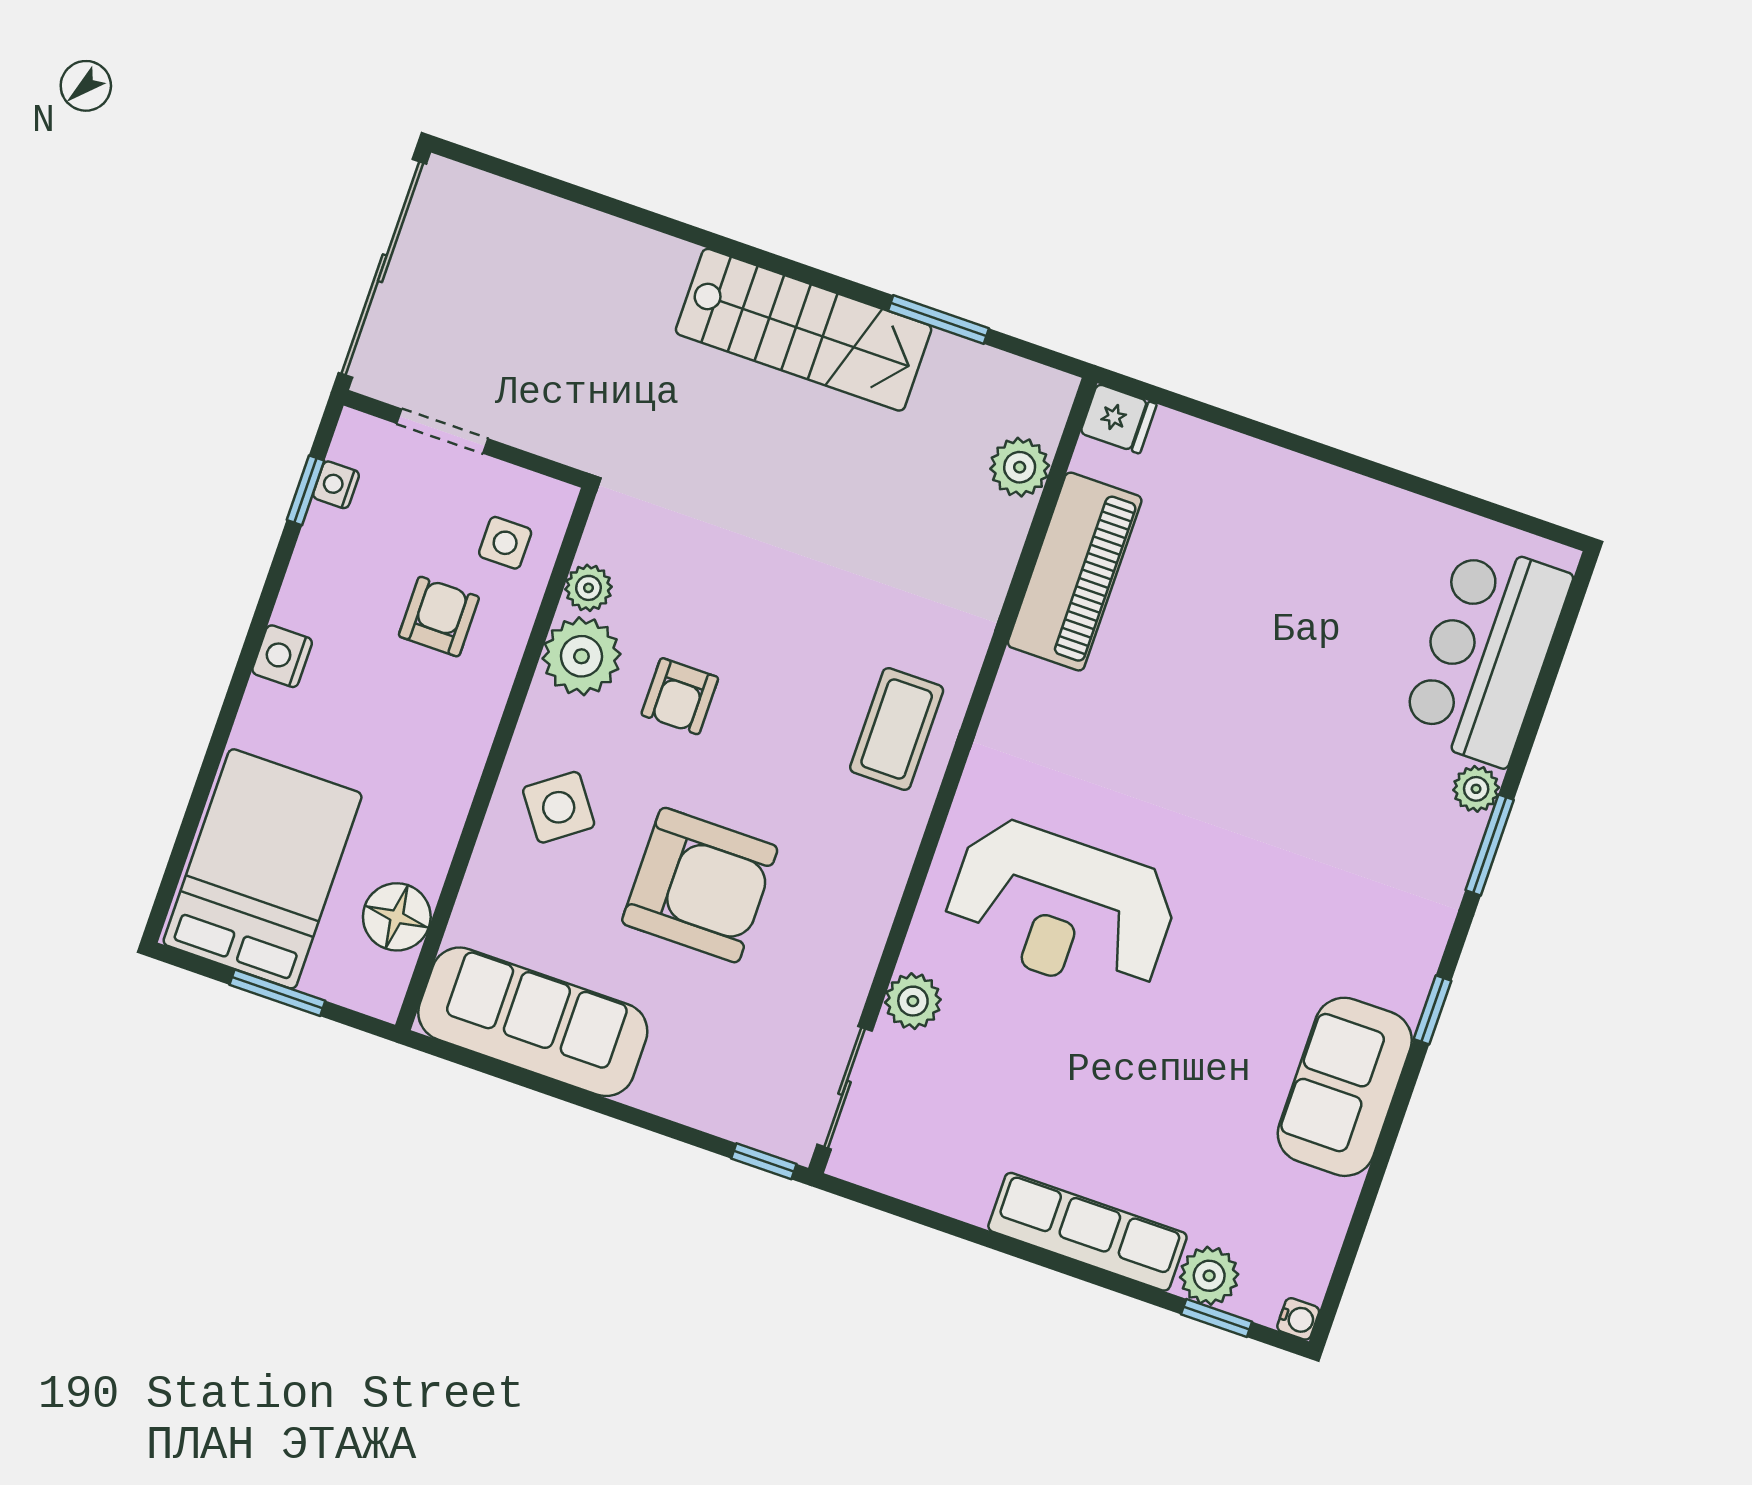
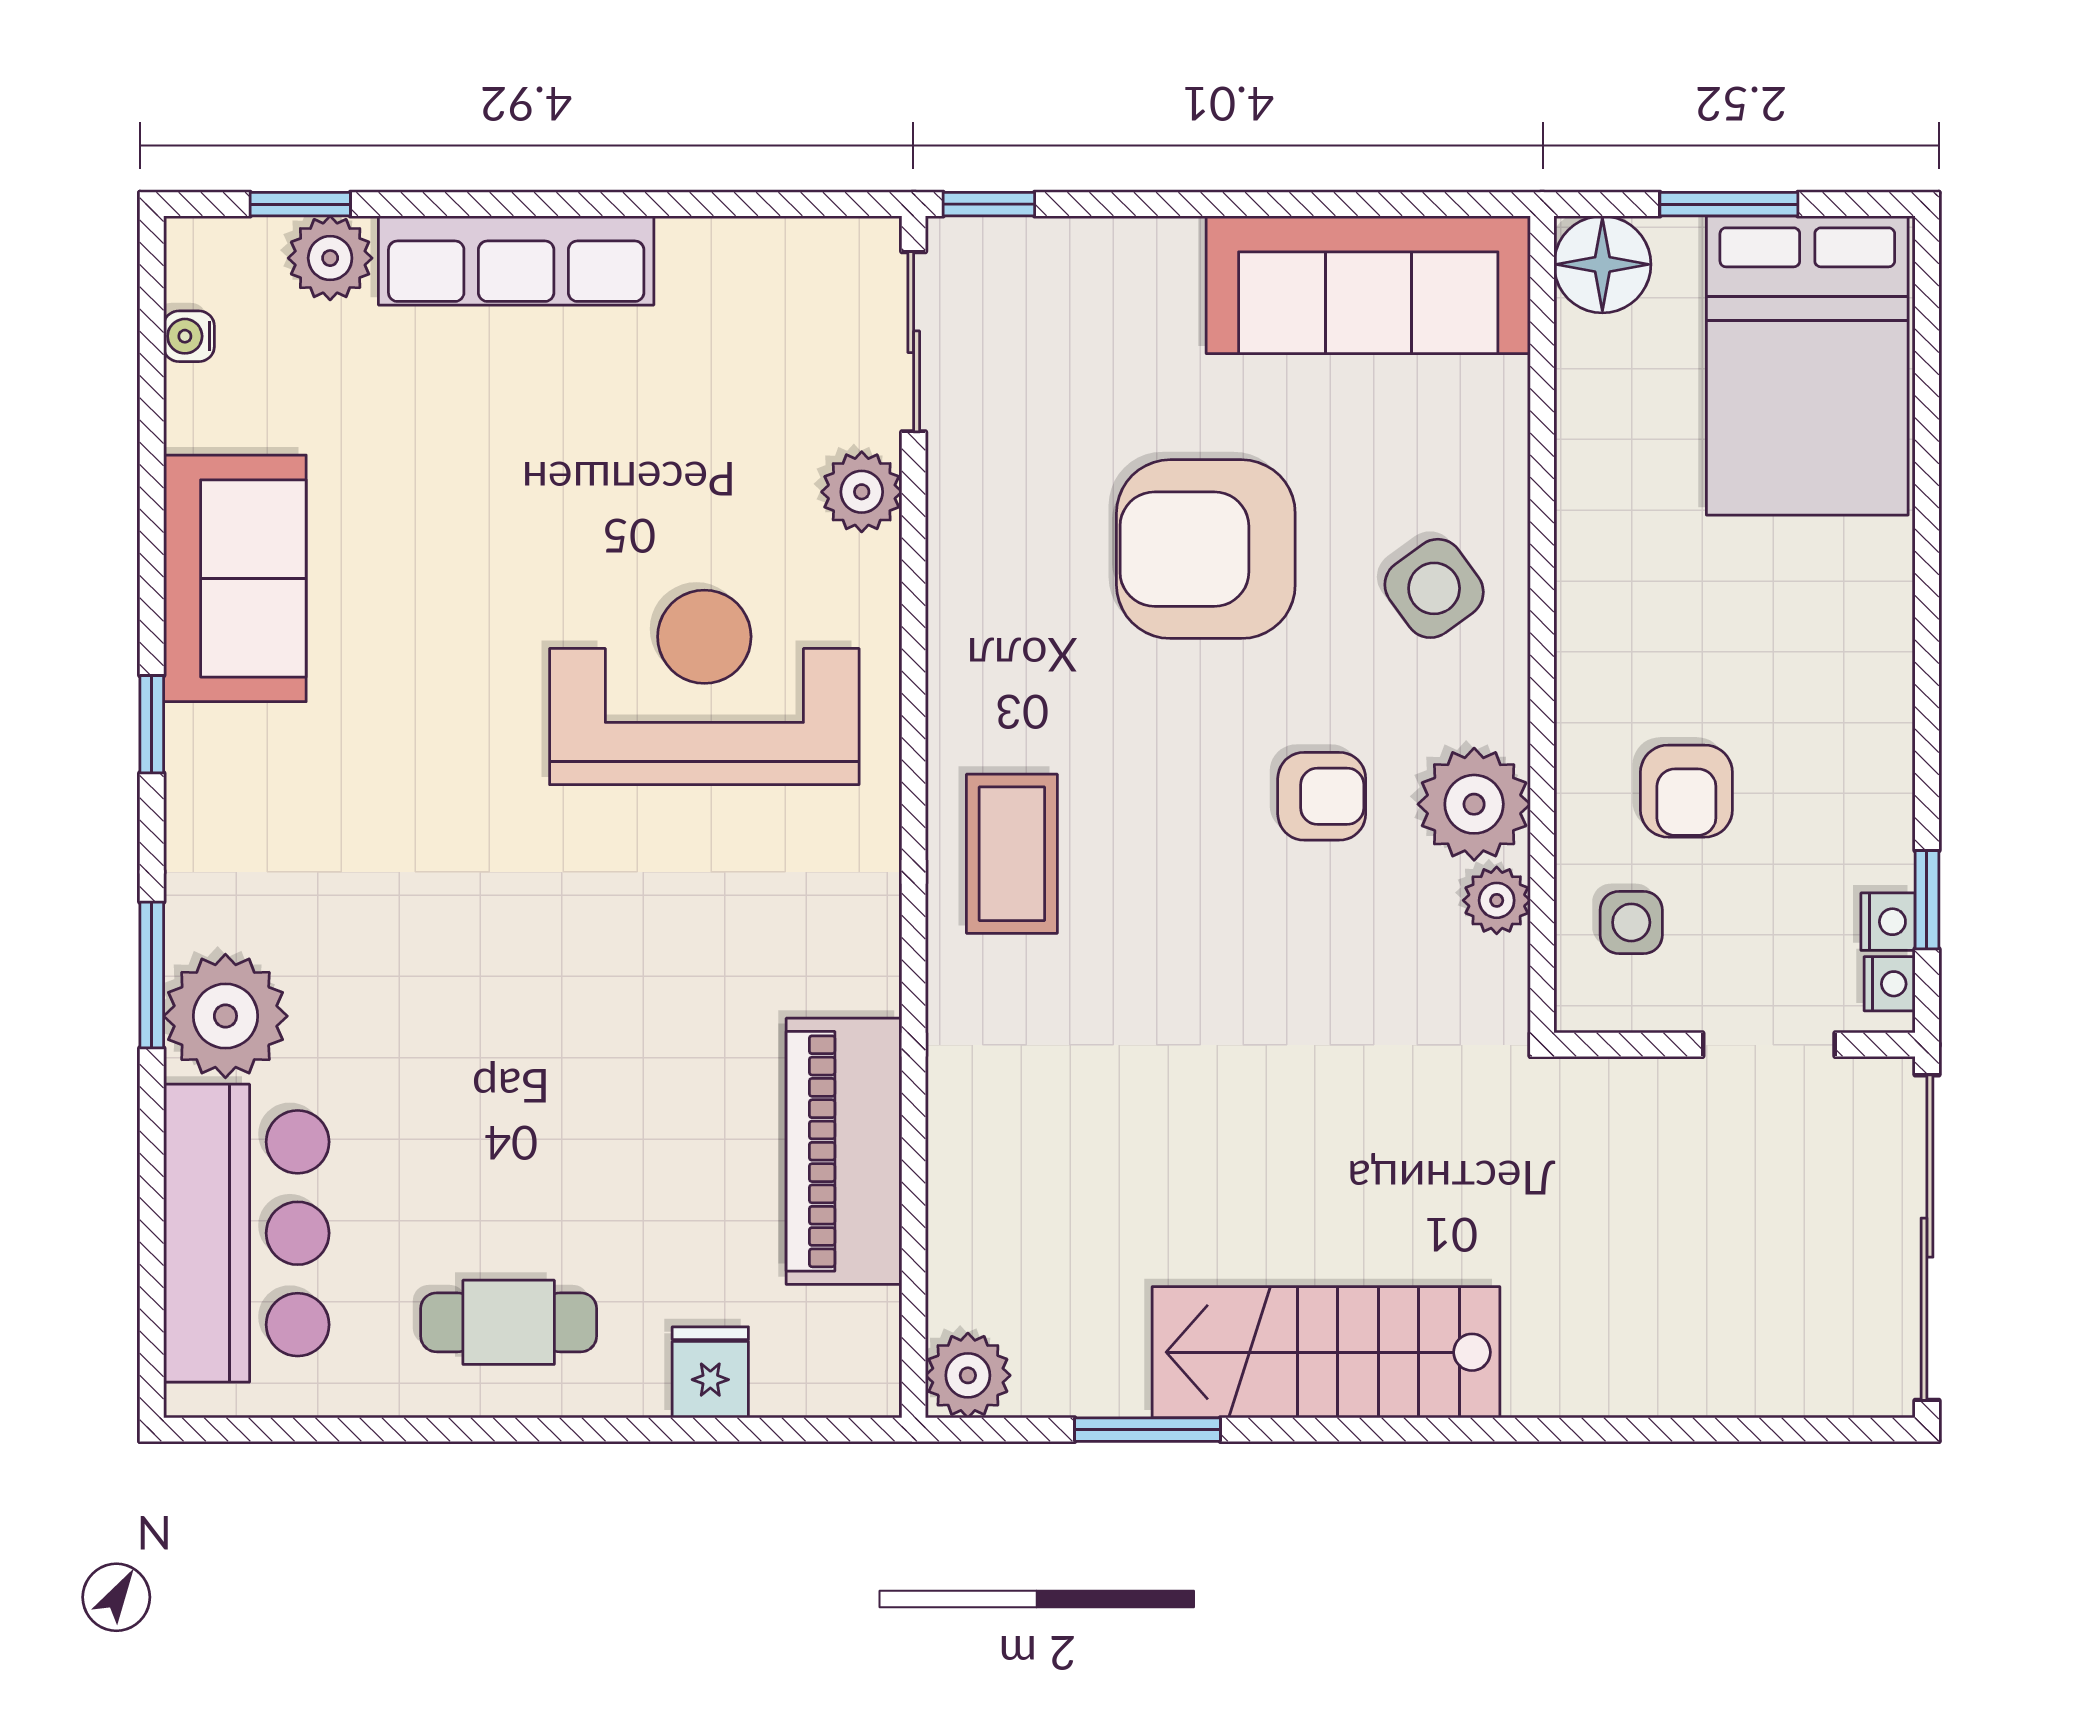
fridge: (1119, 419) -> (710, 1372), moved, turned 90
plant: (1020, 467) -> (968, 1375), moved
cafe table: (1334, 535) -> (509, 1322), added
nightstand: (282, 656) -> (1890, 984), moved, width x0.72, depth x0.74
armchair: (680, 696) -> (1322, 796), turned 90
plant: (1476, 789) -> (225, 1016), width x1.88, depth x1.88
floor lamp: (397, 917) -> (1602, 264), moved
water cooler: (1298, 1319) -> (189, 336), moved

